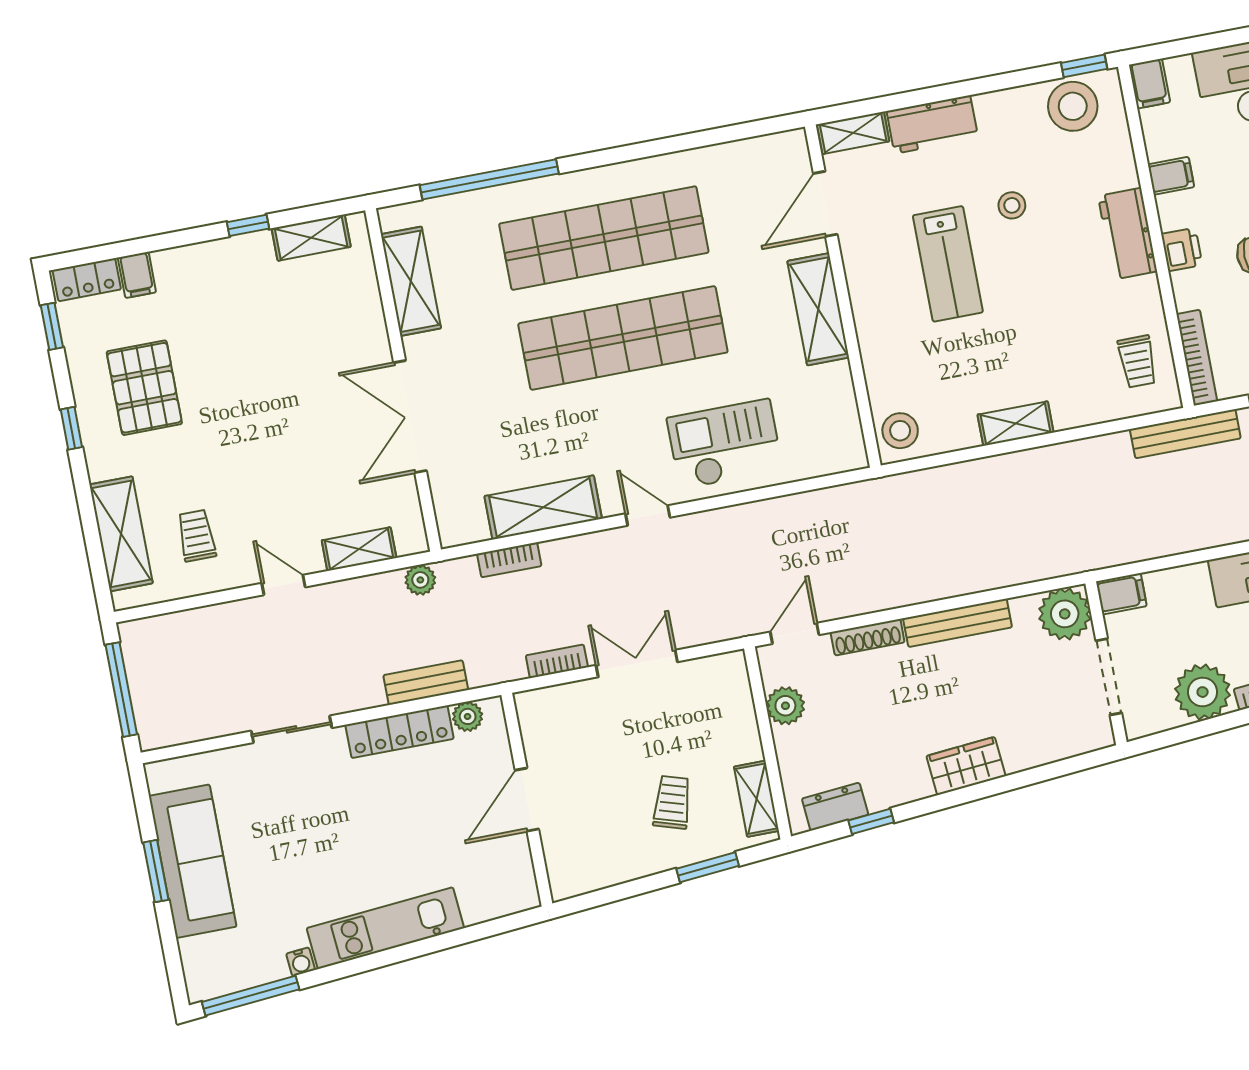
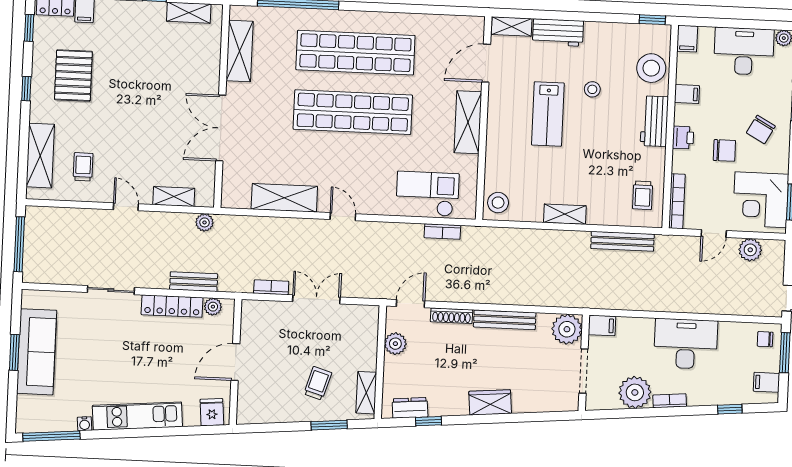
stool: (1073, 106) -> (651, 68), moved
bench: (1185, 434) -> (622, 241), moved
checkout: (725, 444) -> (427, 194), moved
bookcase: (509, 560) -> (442, 231), moved
fridge: (508, 892) -> (212, 412), added

